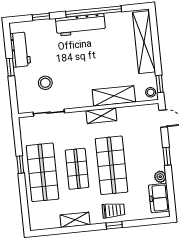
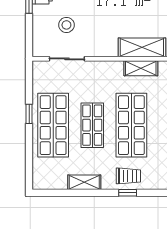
shelving: (101, 116) -> (141, 68), moved

